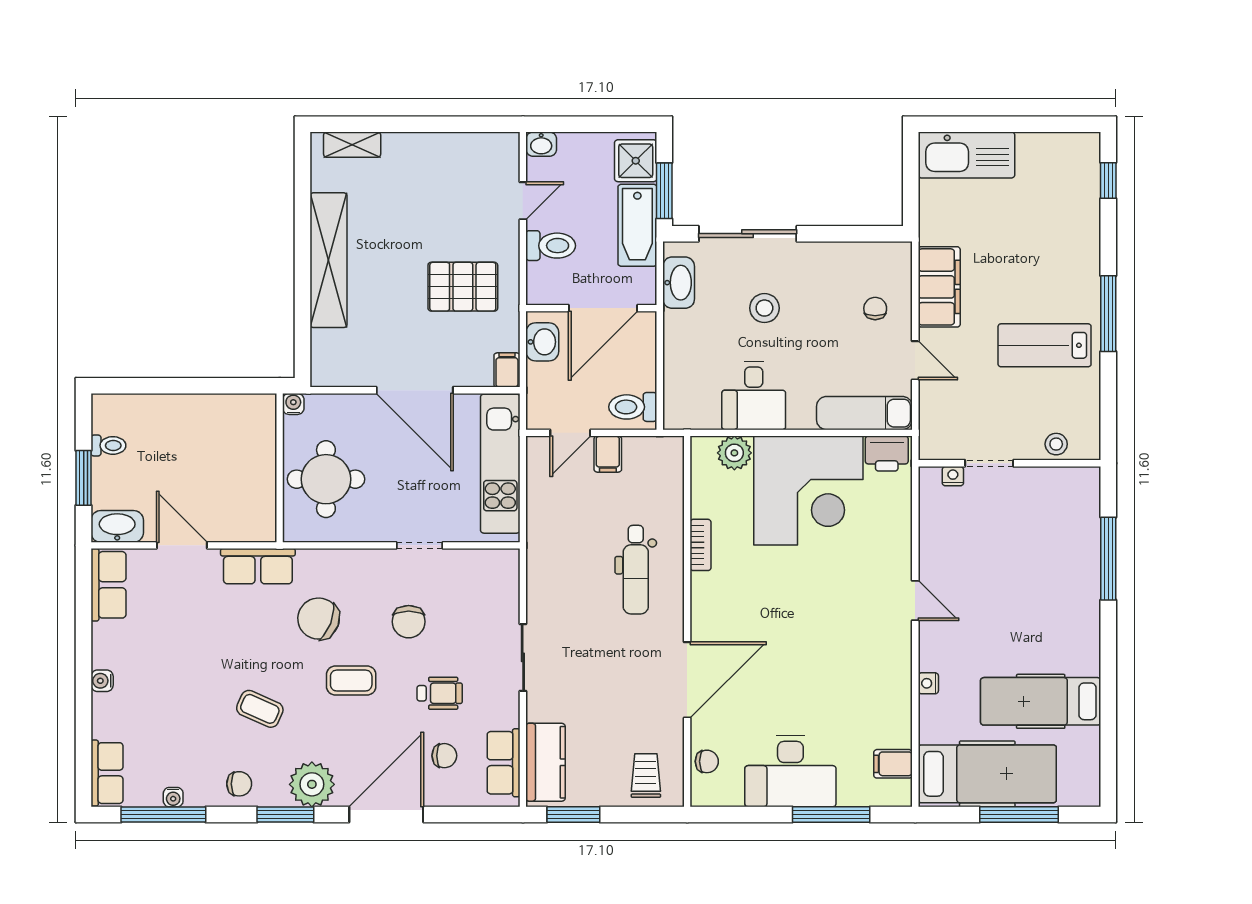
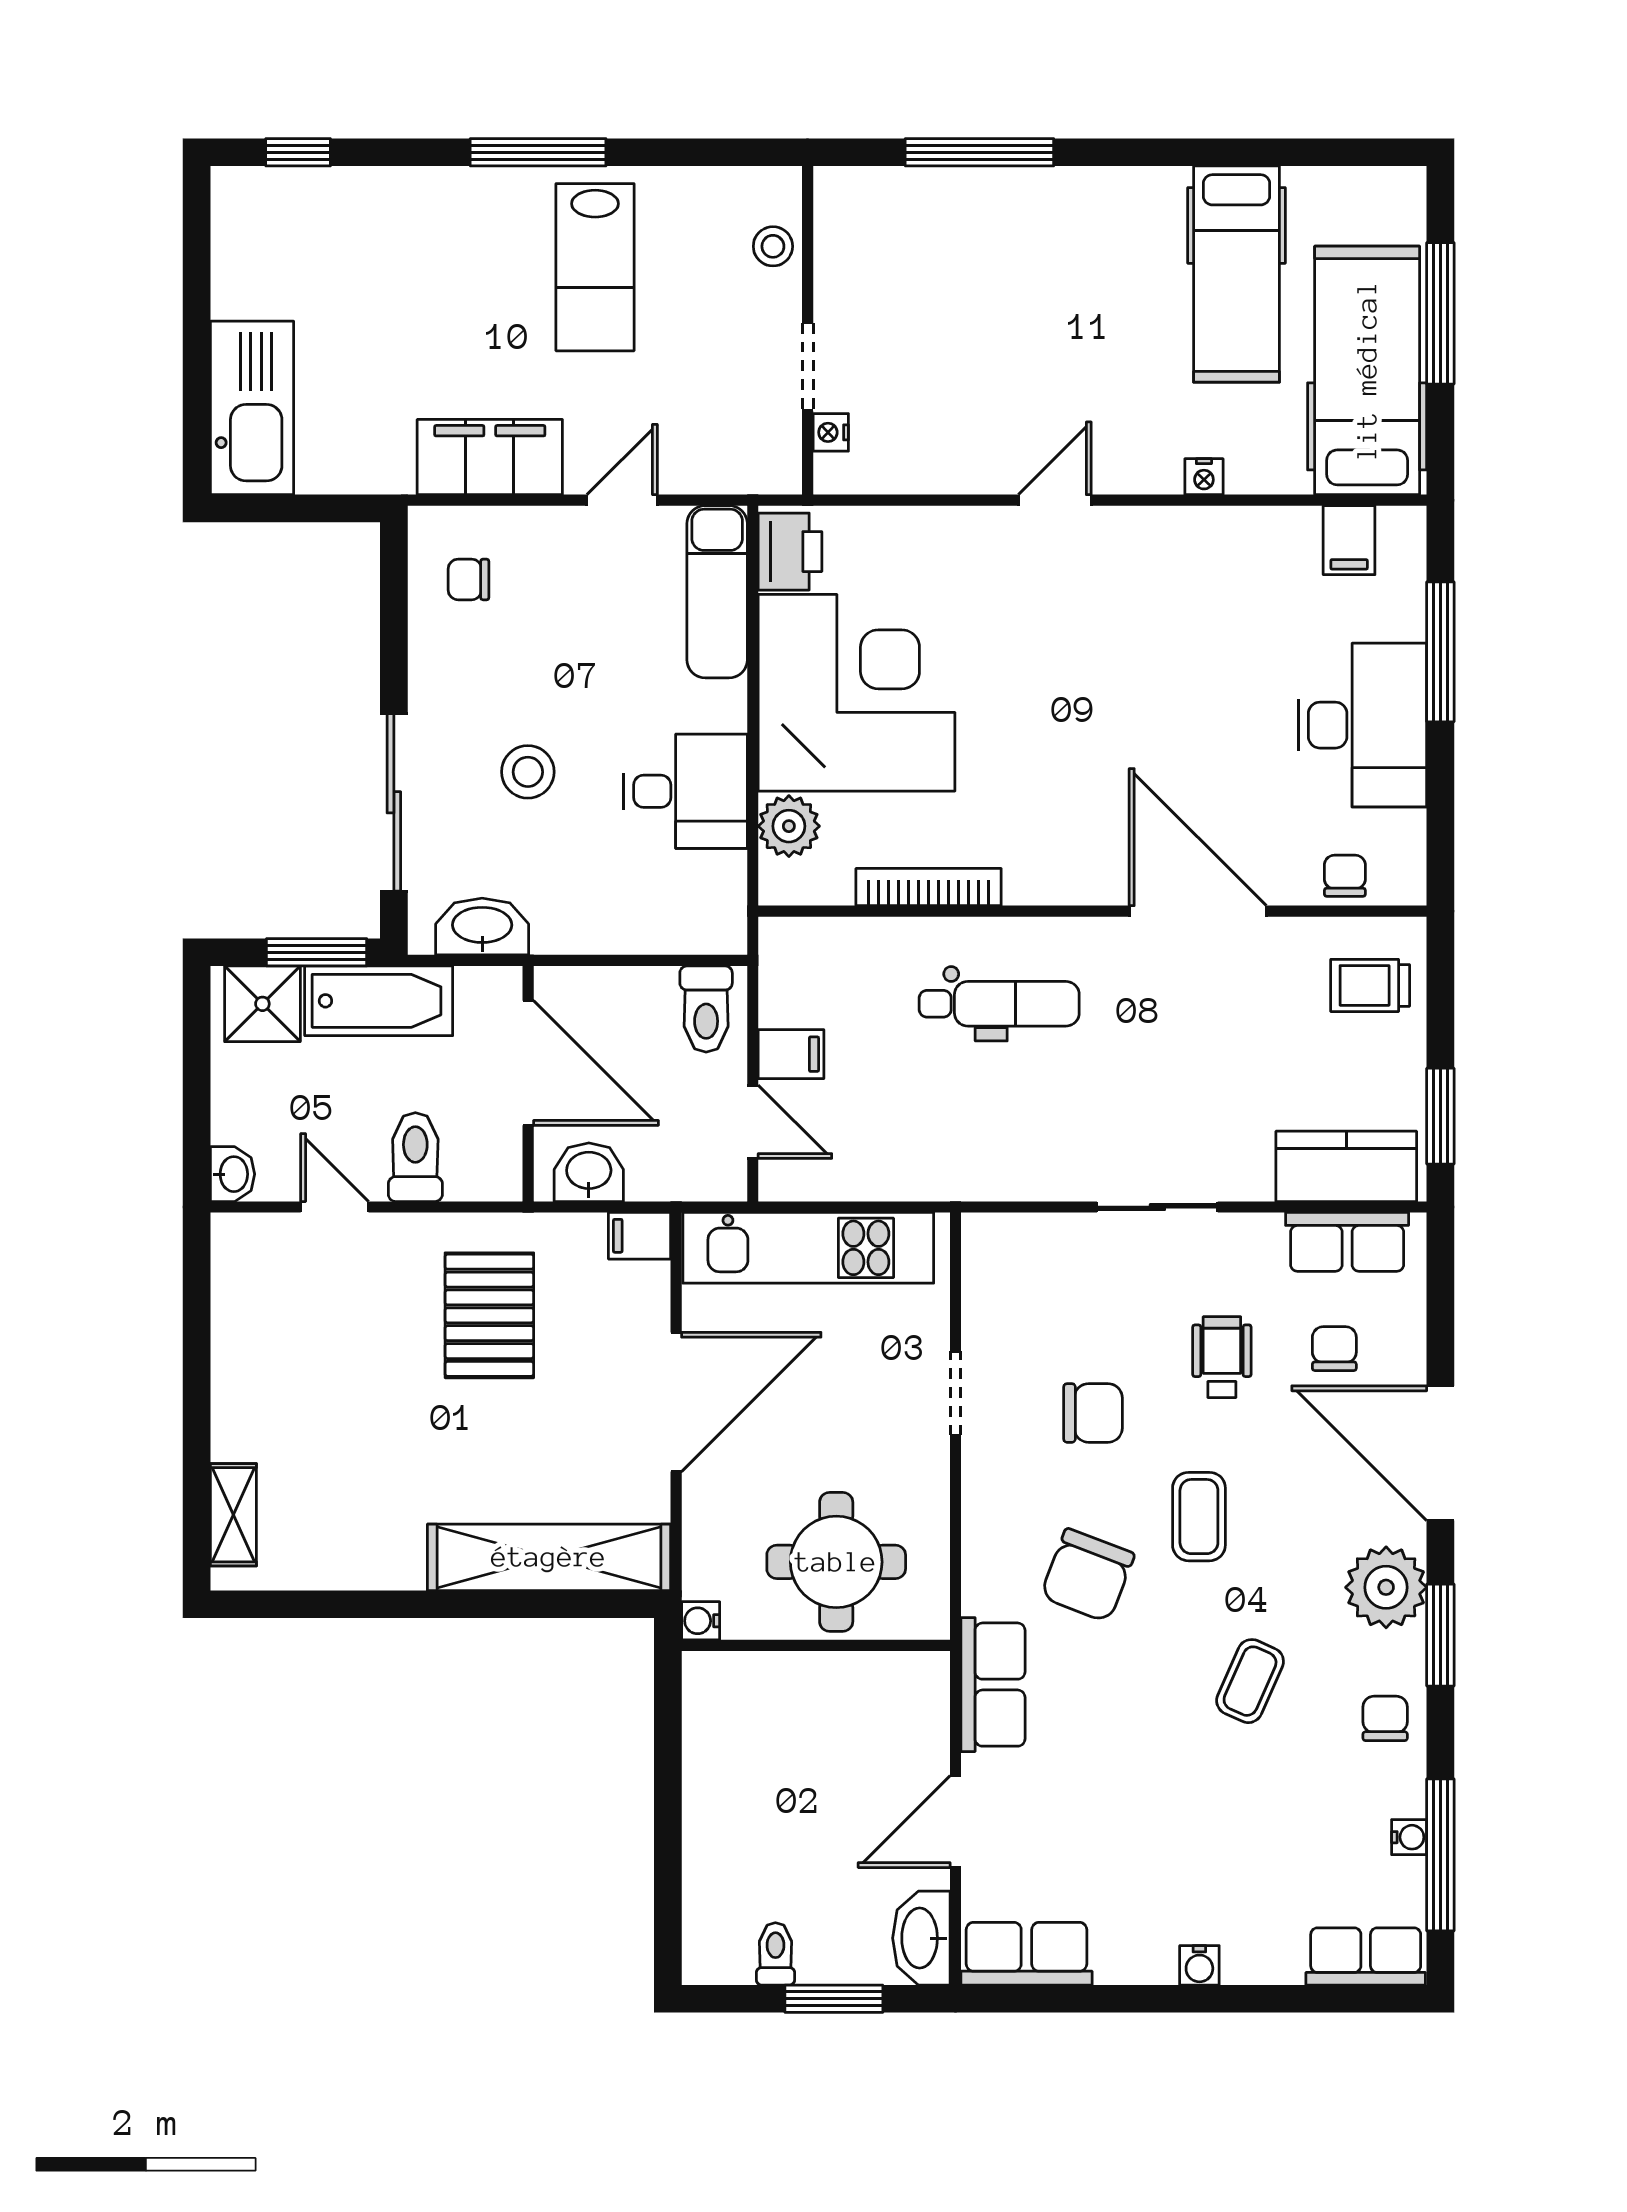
shelving: (328, 260) -> (549, 1557), moved
chair: (875, 308) -> (469, 579), moved
bookcase: (701, 545) -> (929, 887), width x1.56

